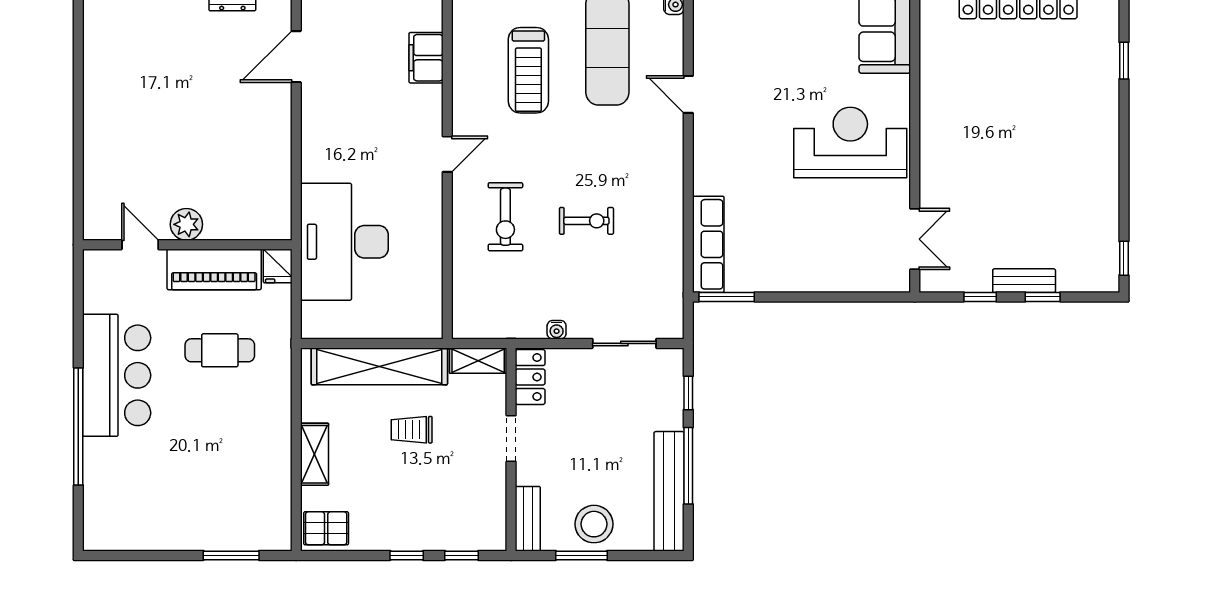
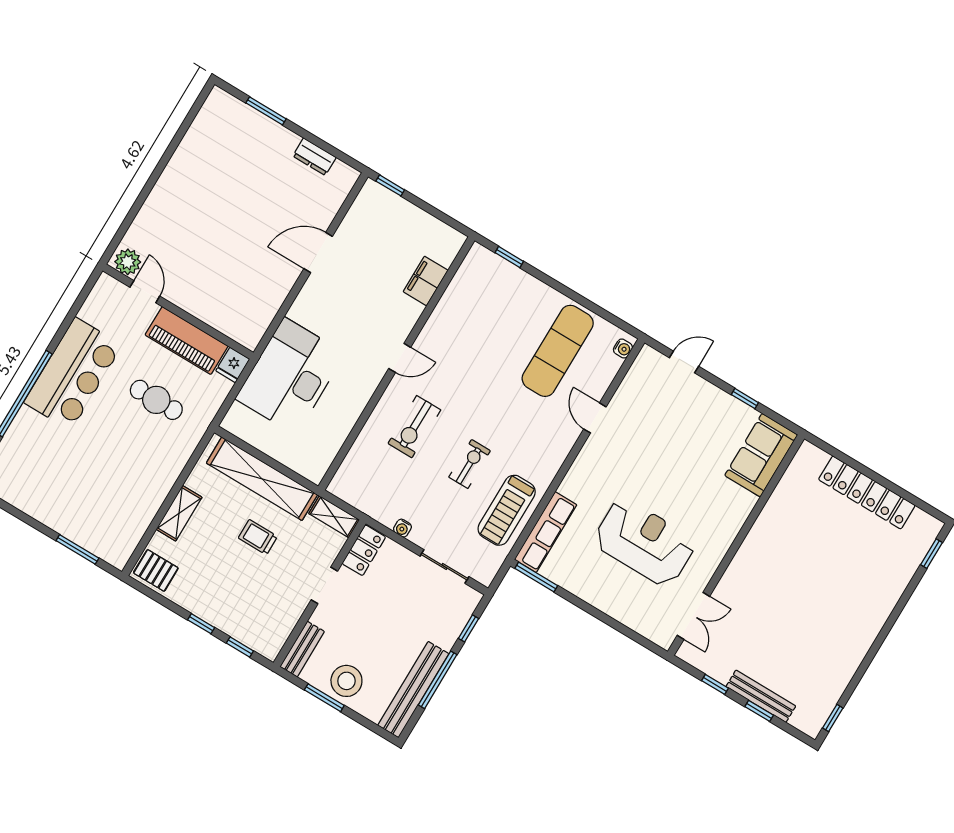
door: (296, 57) -> (318, 252), moved
window: (1124, 61) -> (932, 554), moved
treadmill: (528, 70) -> (507, 510), moved
reception desk: (850, 143) -> (644, 542), moved
exercise bike: (586, 221) -> (470, 464), turned -90
plant: (186, 224) -> (128, 262), moved
bench: (1024, 281) -> (761, 696), width x1.36

